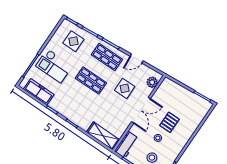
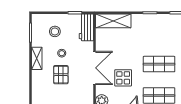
double door: (141, 110) -> (95, 68), swing flipped
shelving: (179, 147) -> (37, 58), added

